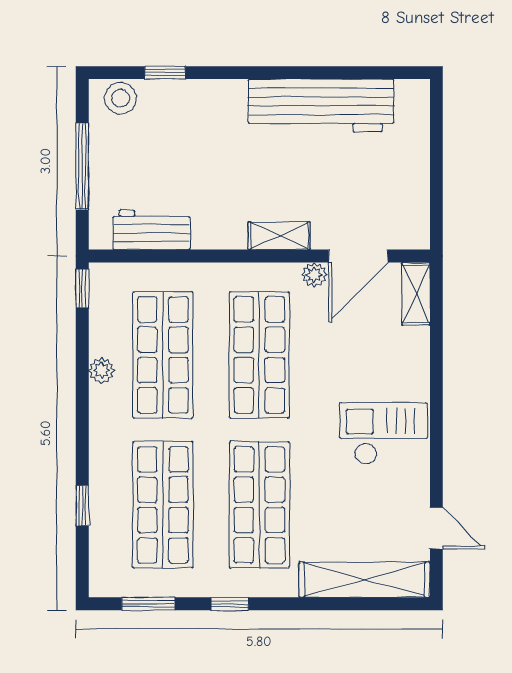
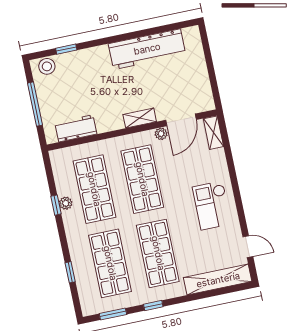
window: (82, 288) -> (56, 205), moved
checkout: (384, 434) -> (212, 205), turned -90

